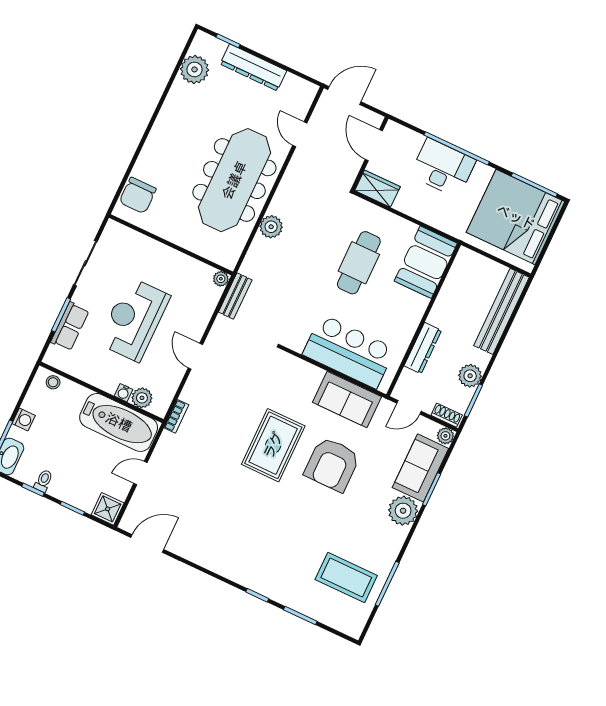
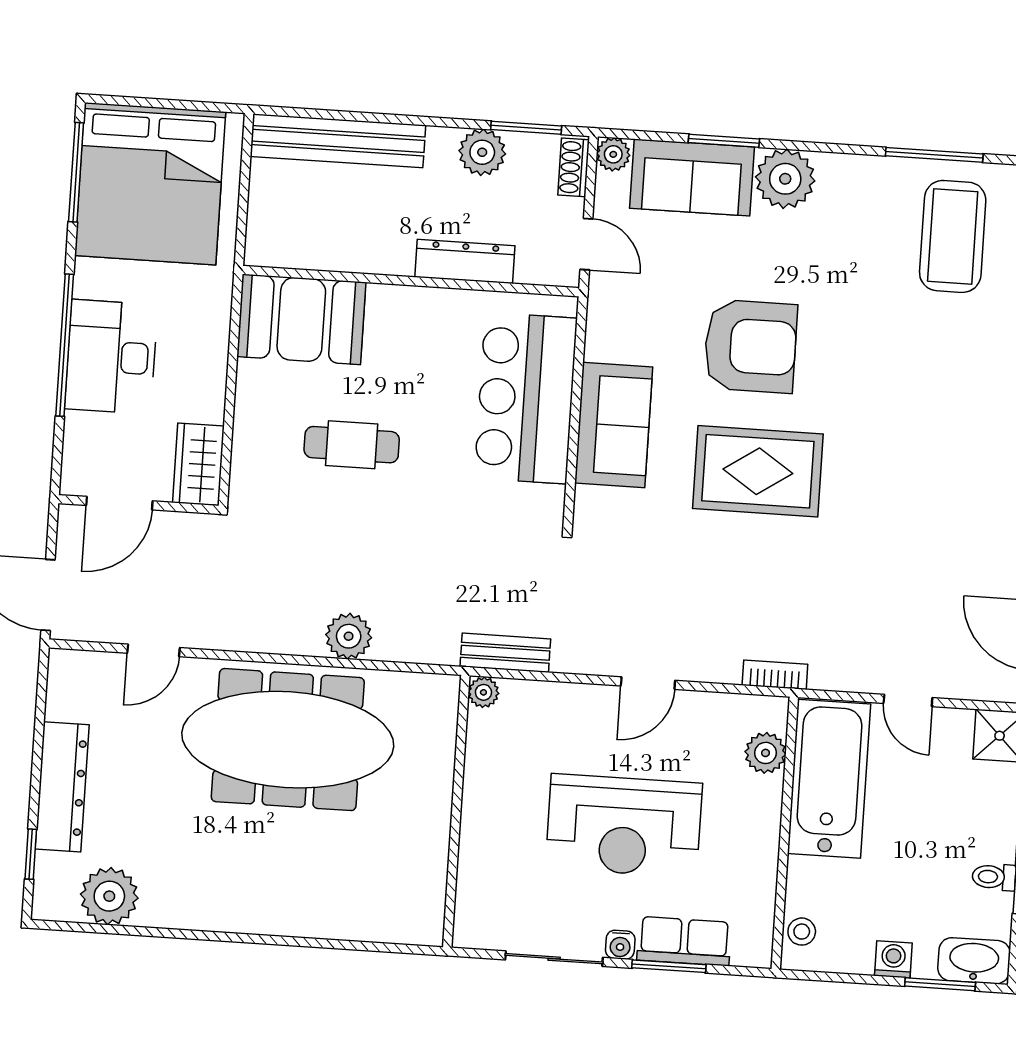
chair: (138, 195) -> (388, 910), removed
cafe table: (359, 263) -> (352, 445), width x0.73, depth x0.74
water cooler: (124, 393) -> (620, 945), moved, turned 90
sofa: (347, 400) -> (614, 425), moved

